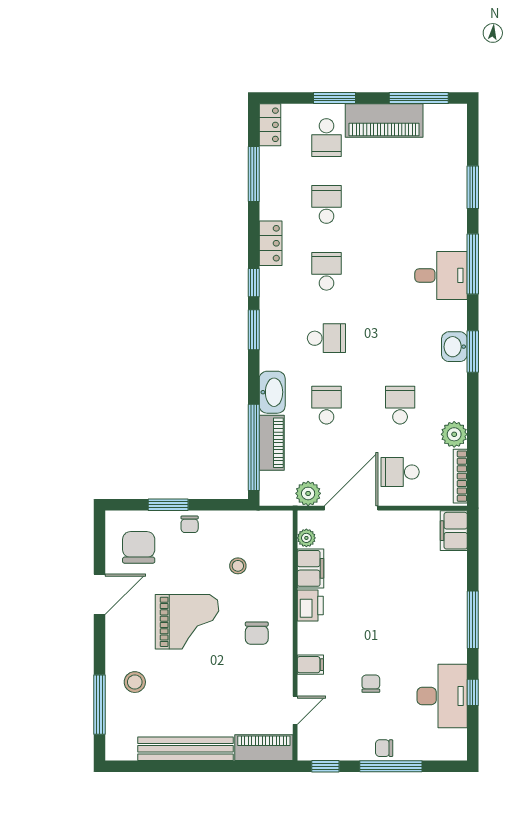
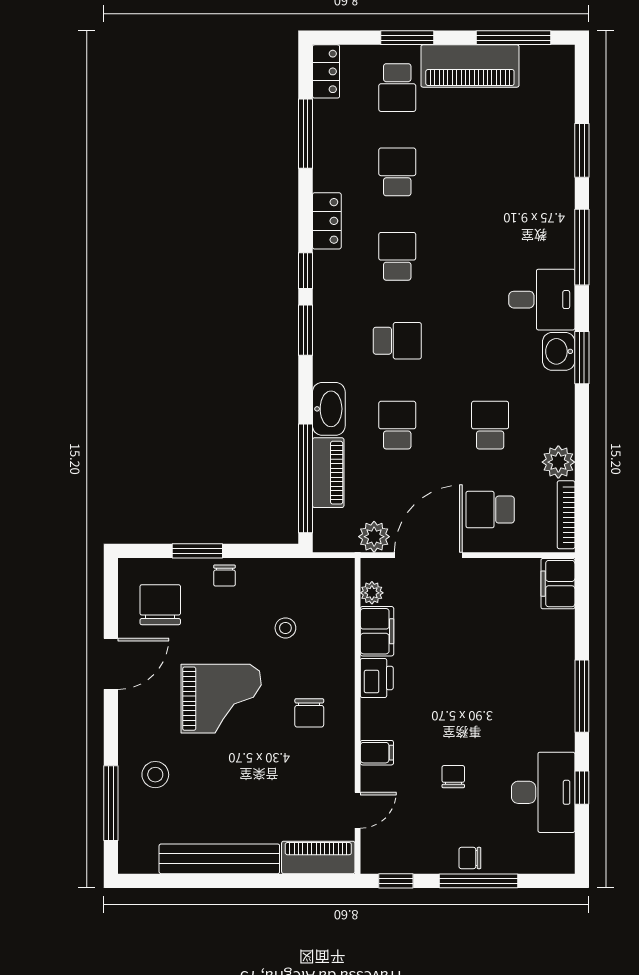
desk: (441, 275) -> (542, 300), moved

